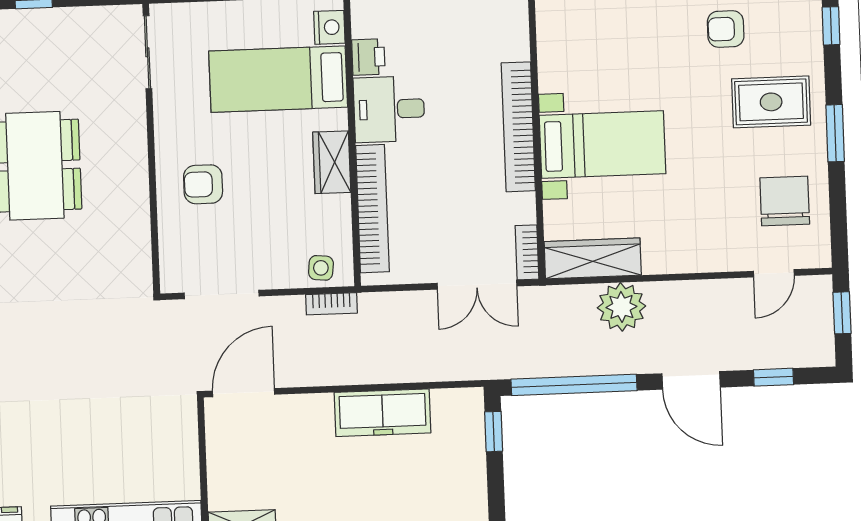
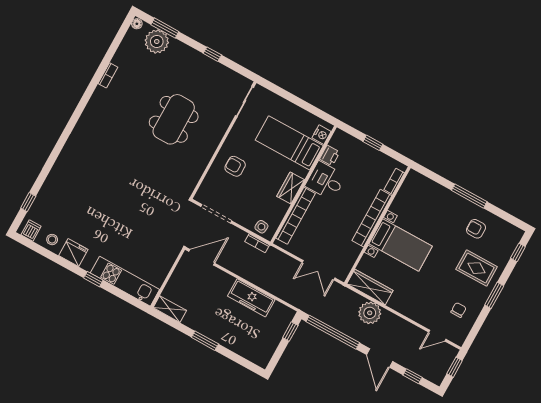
chair: (785, 201) -> (459, 310), width x0.54, depth x0.54
bookcase: (527, 252) -> (394, 181), moved

